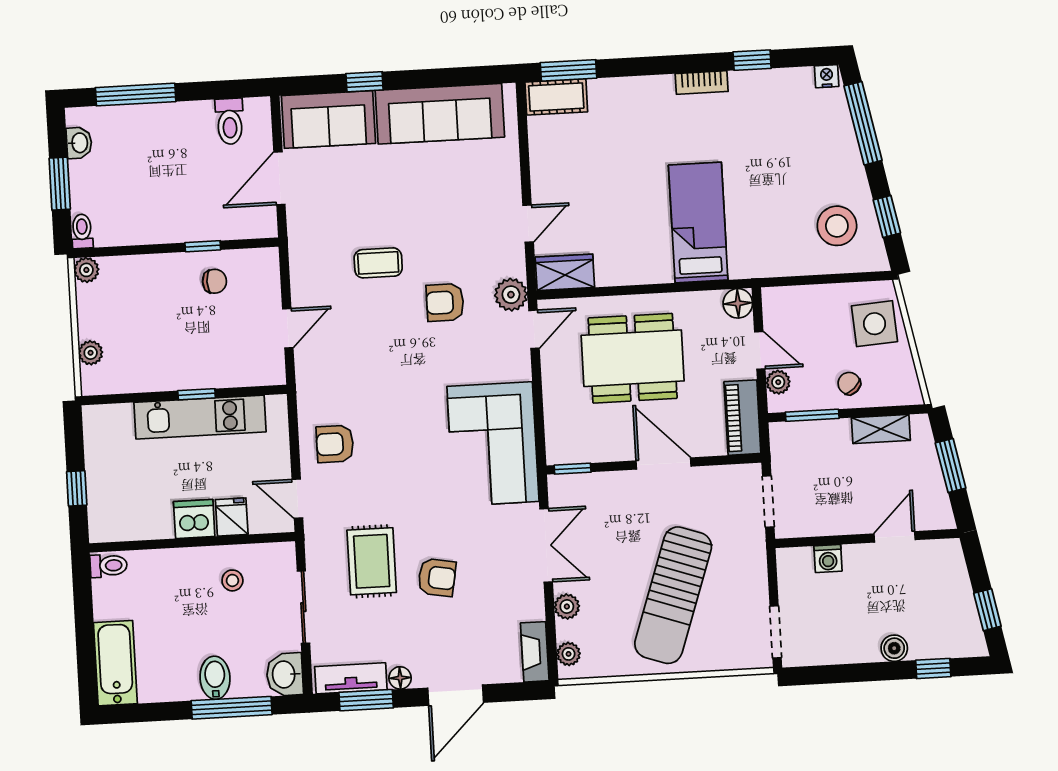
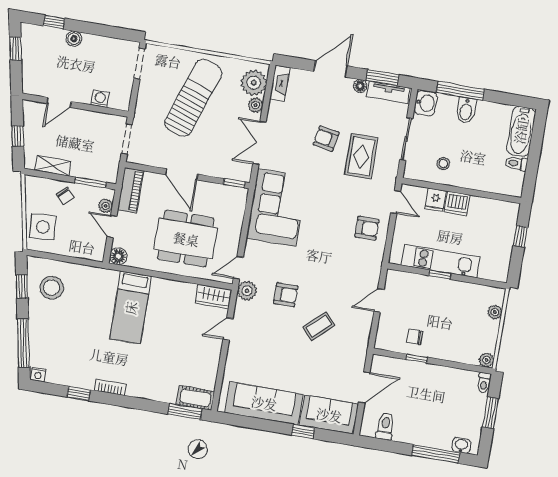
washbasin: (79, 143) -> (461, 445), moved, turned 90
coffee table: (378, 263) -> (319, 326), turned -43
window: (951, 466) -> (18, 136), width x0.67
toilet: (109, 566) -> (516, 163), moved
plant: (569, 654) -> (254, 83), width x1.88, depth x1.88

